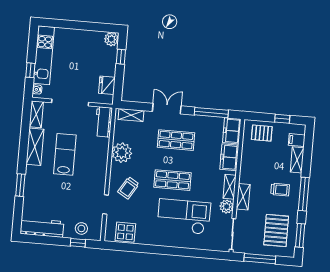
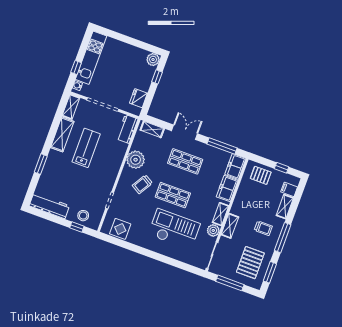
trolley: (128, 188) -> (142, 184), moved

